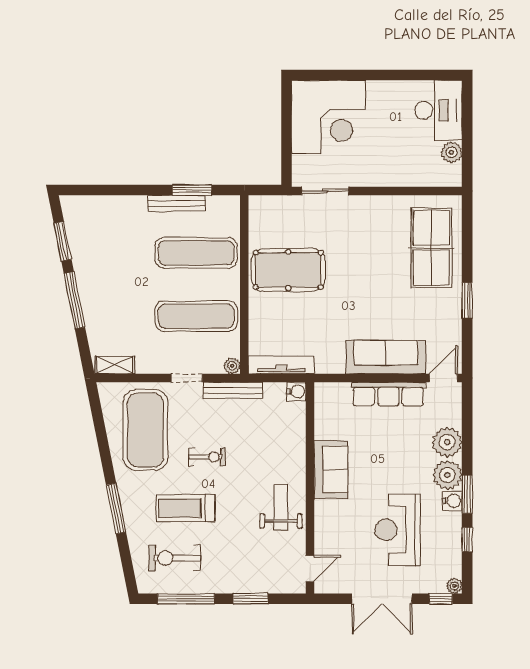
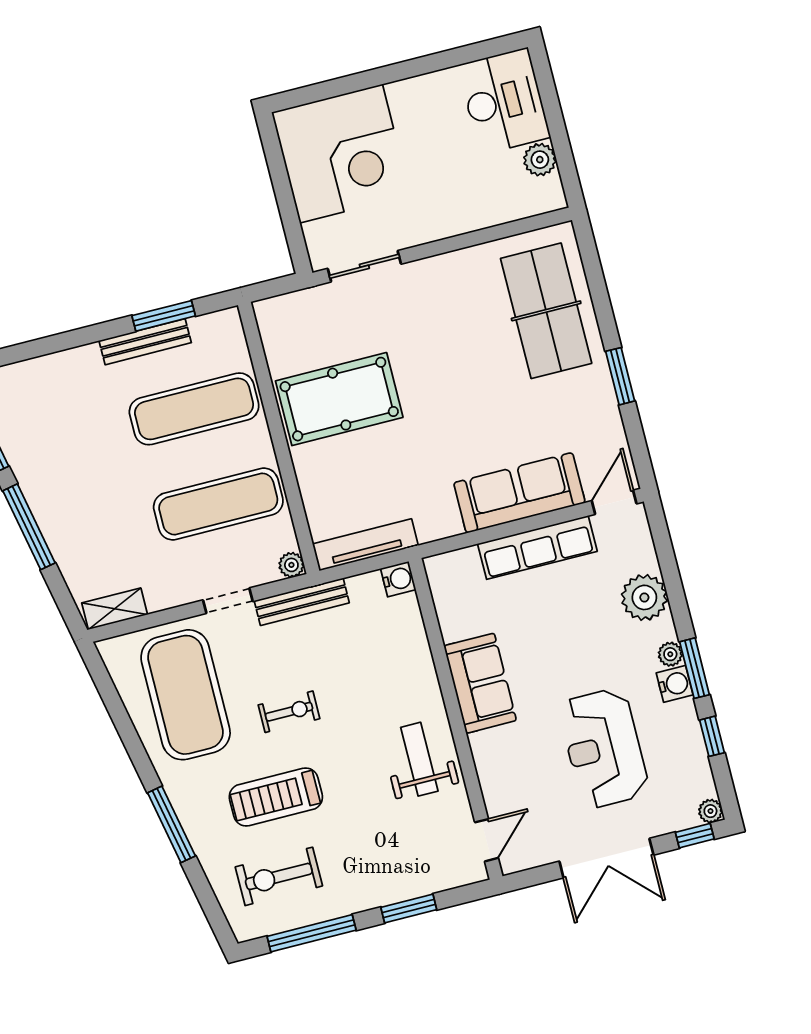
plant: (447, 475) -> (670, 654), width x0.53, depth x0.53

